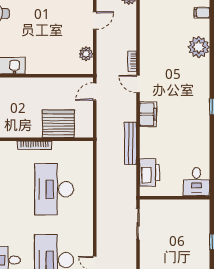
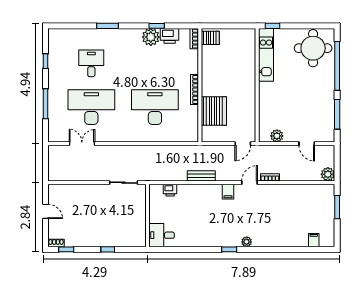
plant: (199, 47) -> (247, 242), moved, width x0.53, depth x0.53
door: (95, 92) -> (243, 144), swing flipped
filing cabinet: (148, 114) -> (228, 192), width x0.50
bench: (130, 143) -> (201, 176), width x0.73
printer: (150, 172) -> (170, 190), width x0.53, depth x0.68

